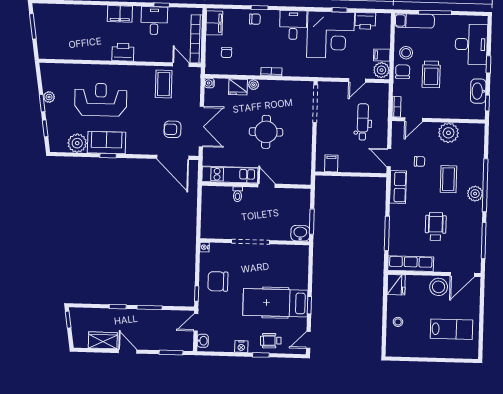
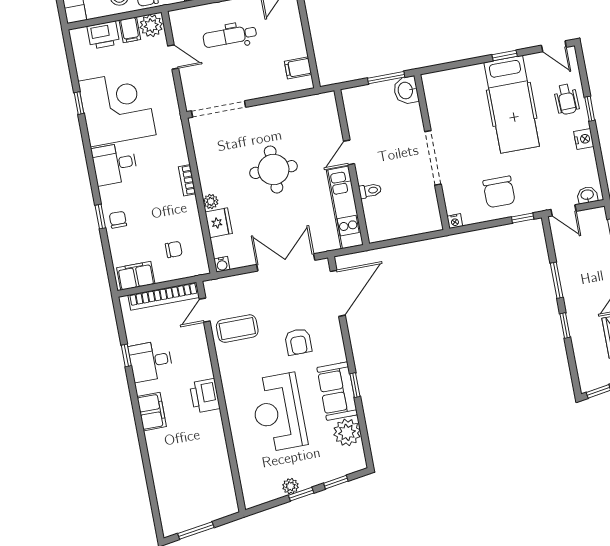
printer: (365, 21) -> (103, 35), moved, turned 90
armchair: (173, 129) -> (298, 342), moved

